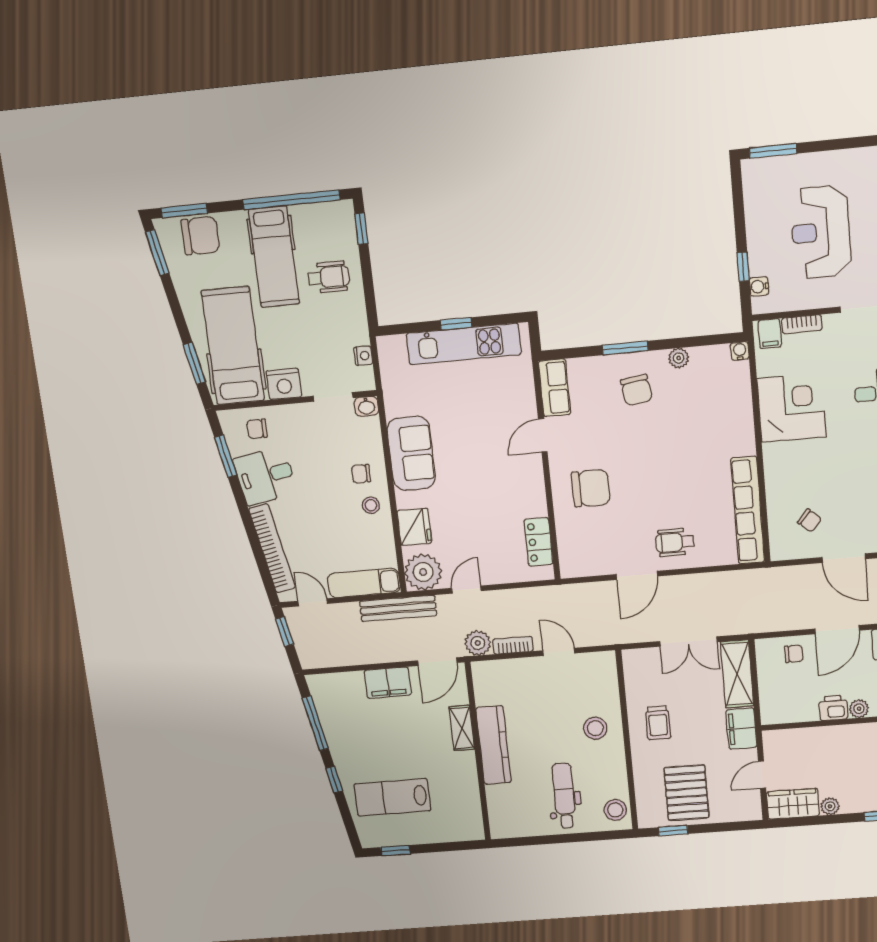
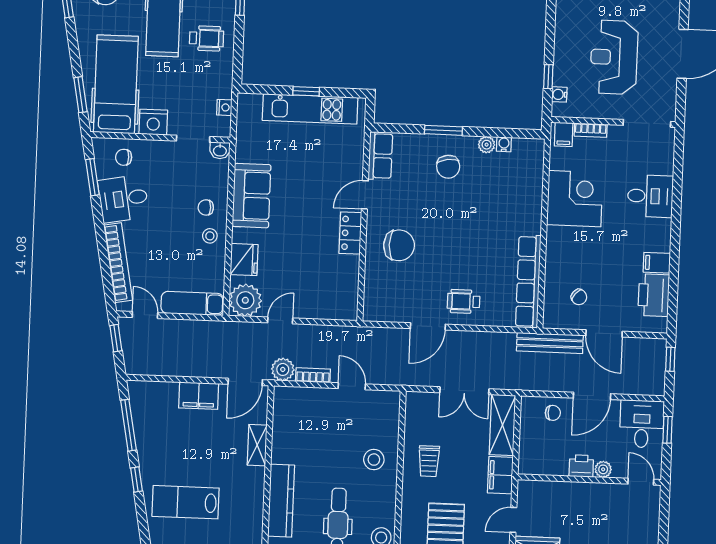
water cooler: (740, 351) -> (504, 144), moved
locker: (539, 542) -> (350, 233), moved
bench: (398, 608) -> (550, 343), moved
kitchen counter: (494, 745) -> (281, 501), moved

